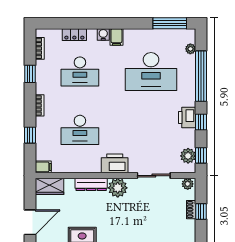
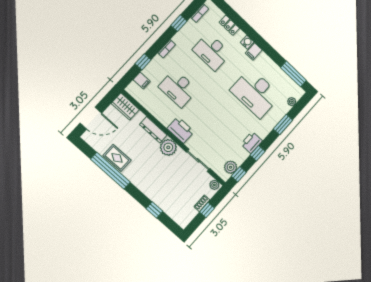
window: (201, 76) -> (283, 124), width x0.47
filing cabinet: (43, 167) -> (142, 81), moved

